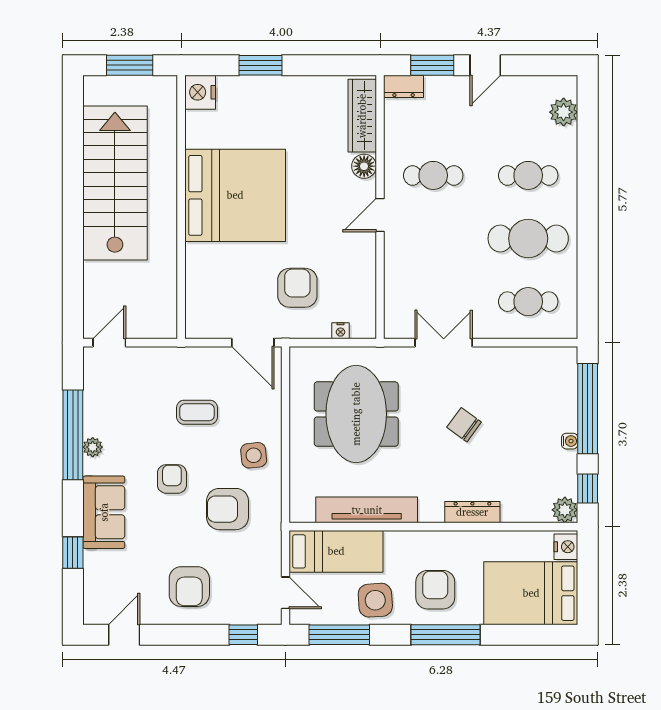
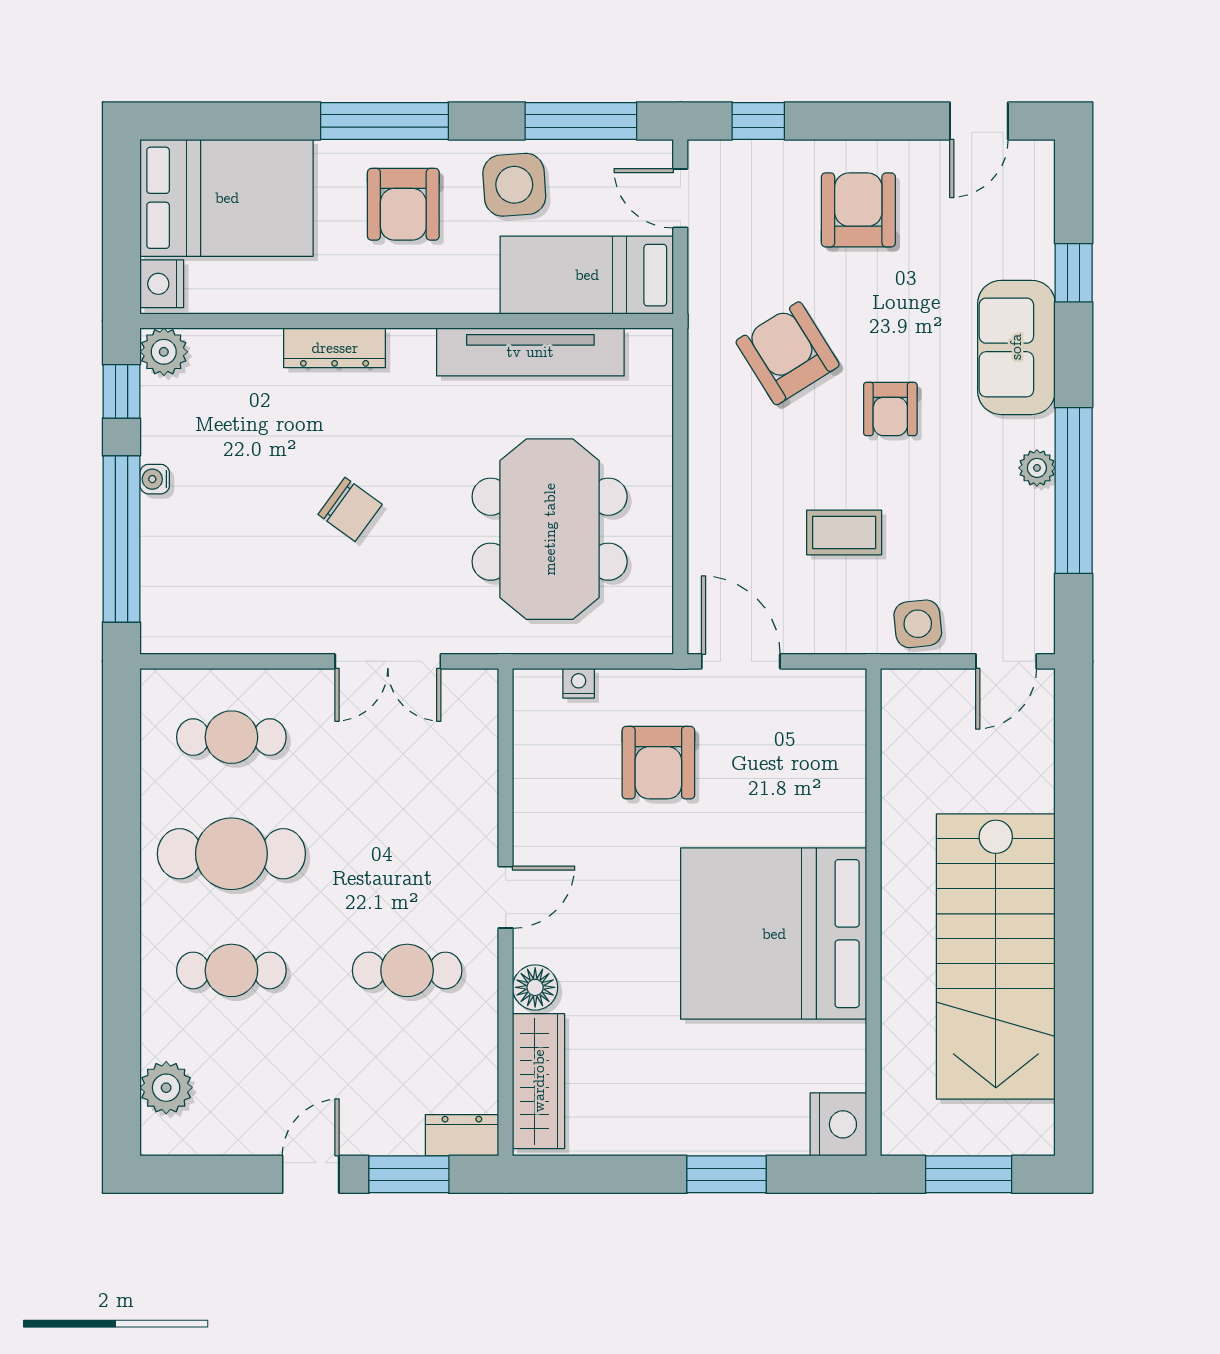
side table: (254, 455) -> (918, 624), moved
armchair: (228, 509) -> (788, 353), turned -122

